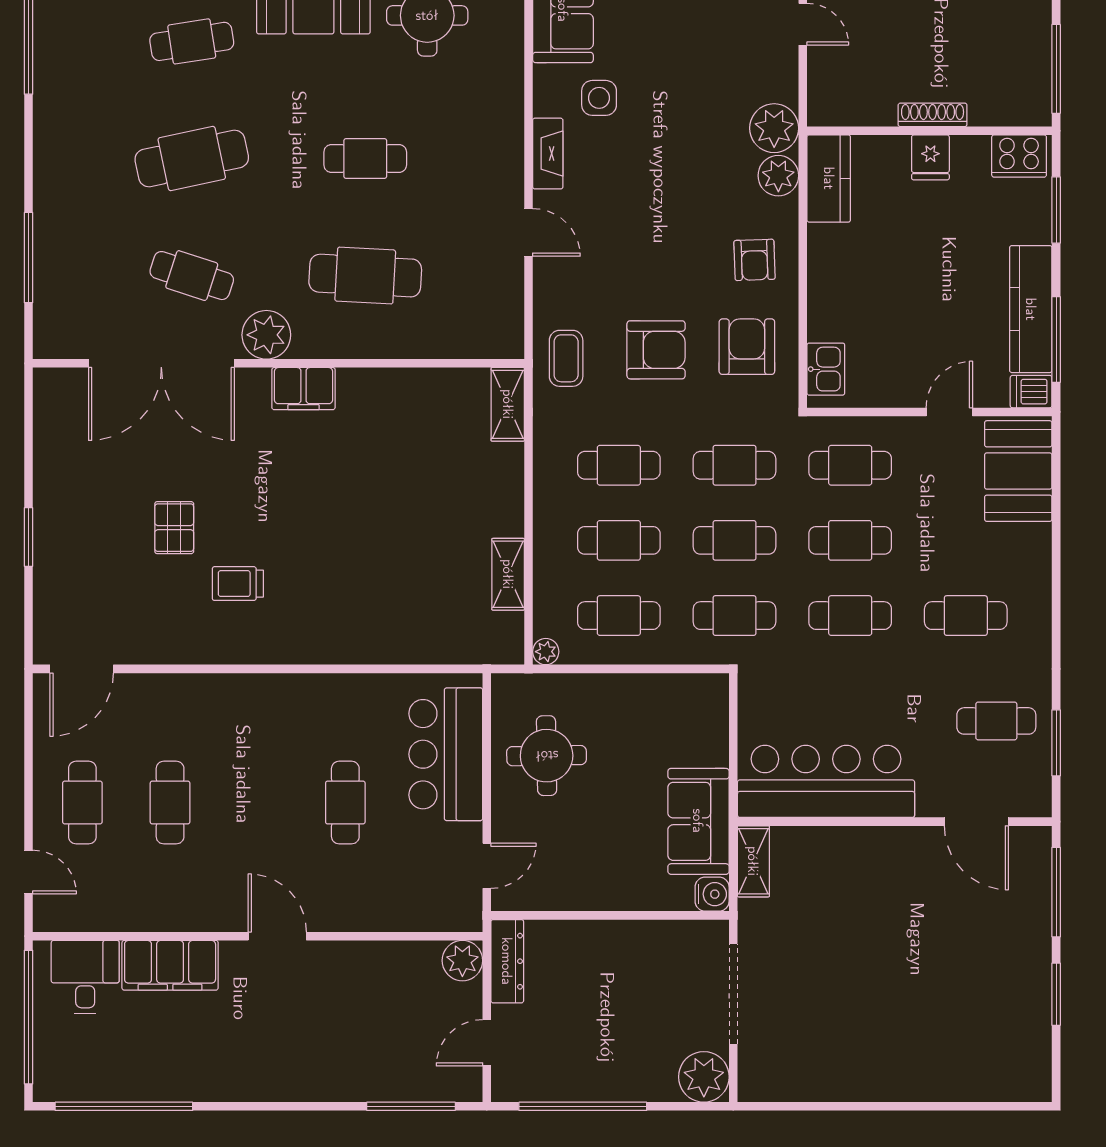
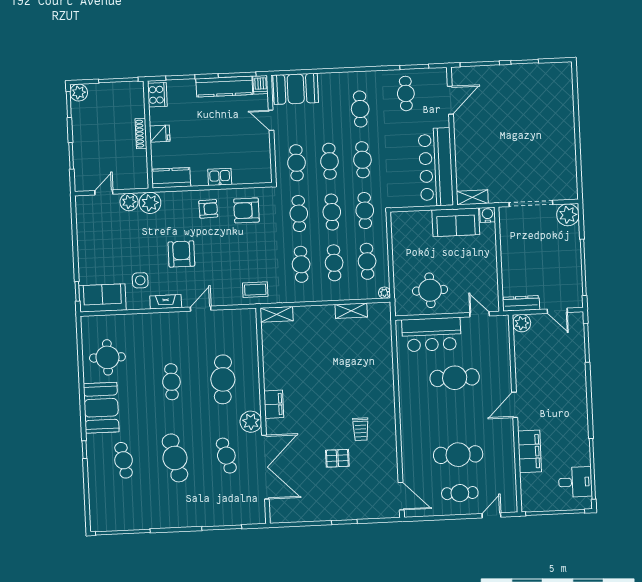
plant: (778, 176) -> (129, 202), moved
cafe table: (192, 276) -> (226, 456), turned -33
armchair: (656, 350) -> (181, 254), moved
kitchen sink: (826, 369) -> (220, 177), moved
cafe table: (170, 803) -> (458, 455), width x1.37, depth x1.35
cafe table: (345, 803) -> (455, 378), width x1.37, depth x1.35
desk: (85, 977) -> (575, 482), moved, turned 180

